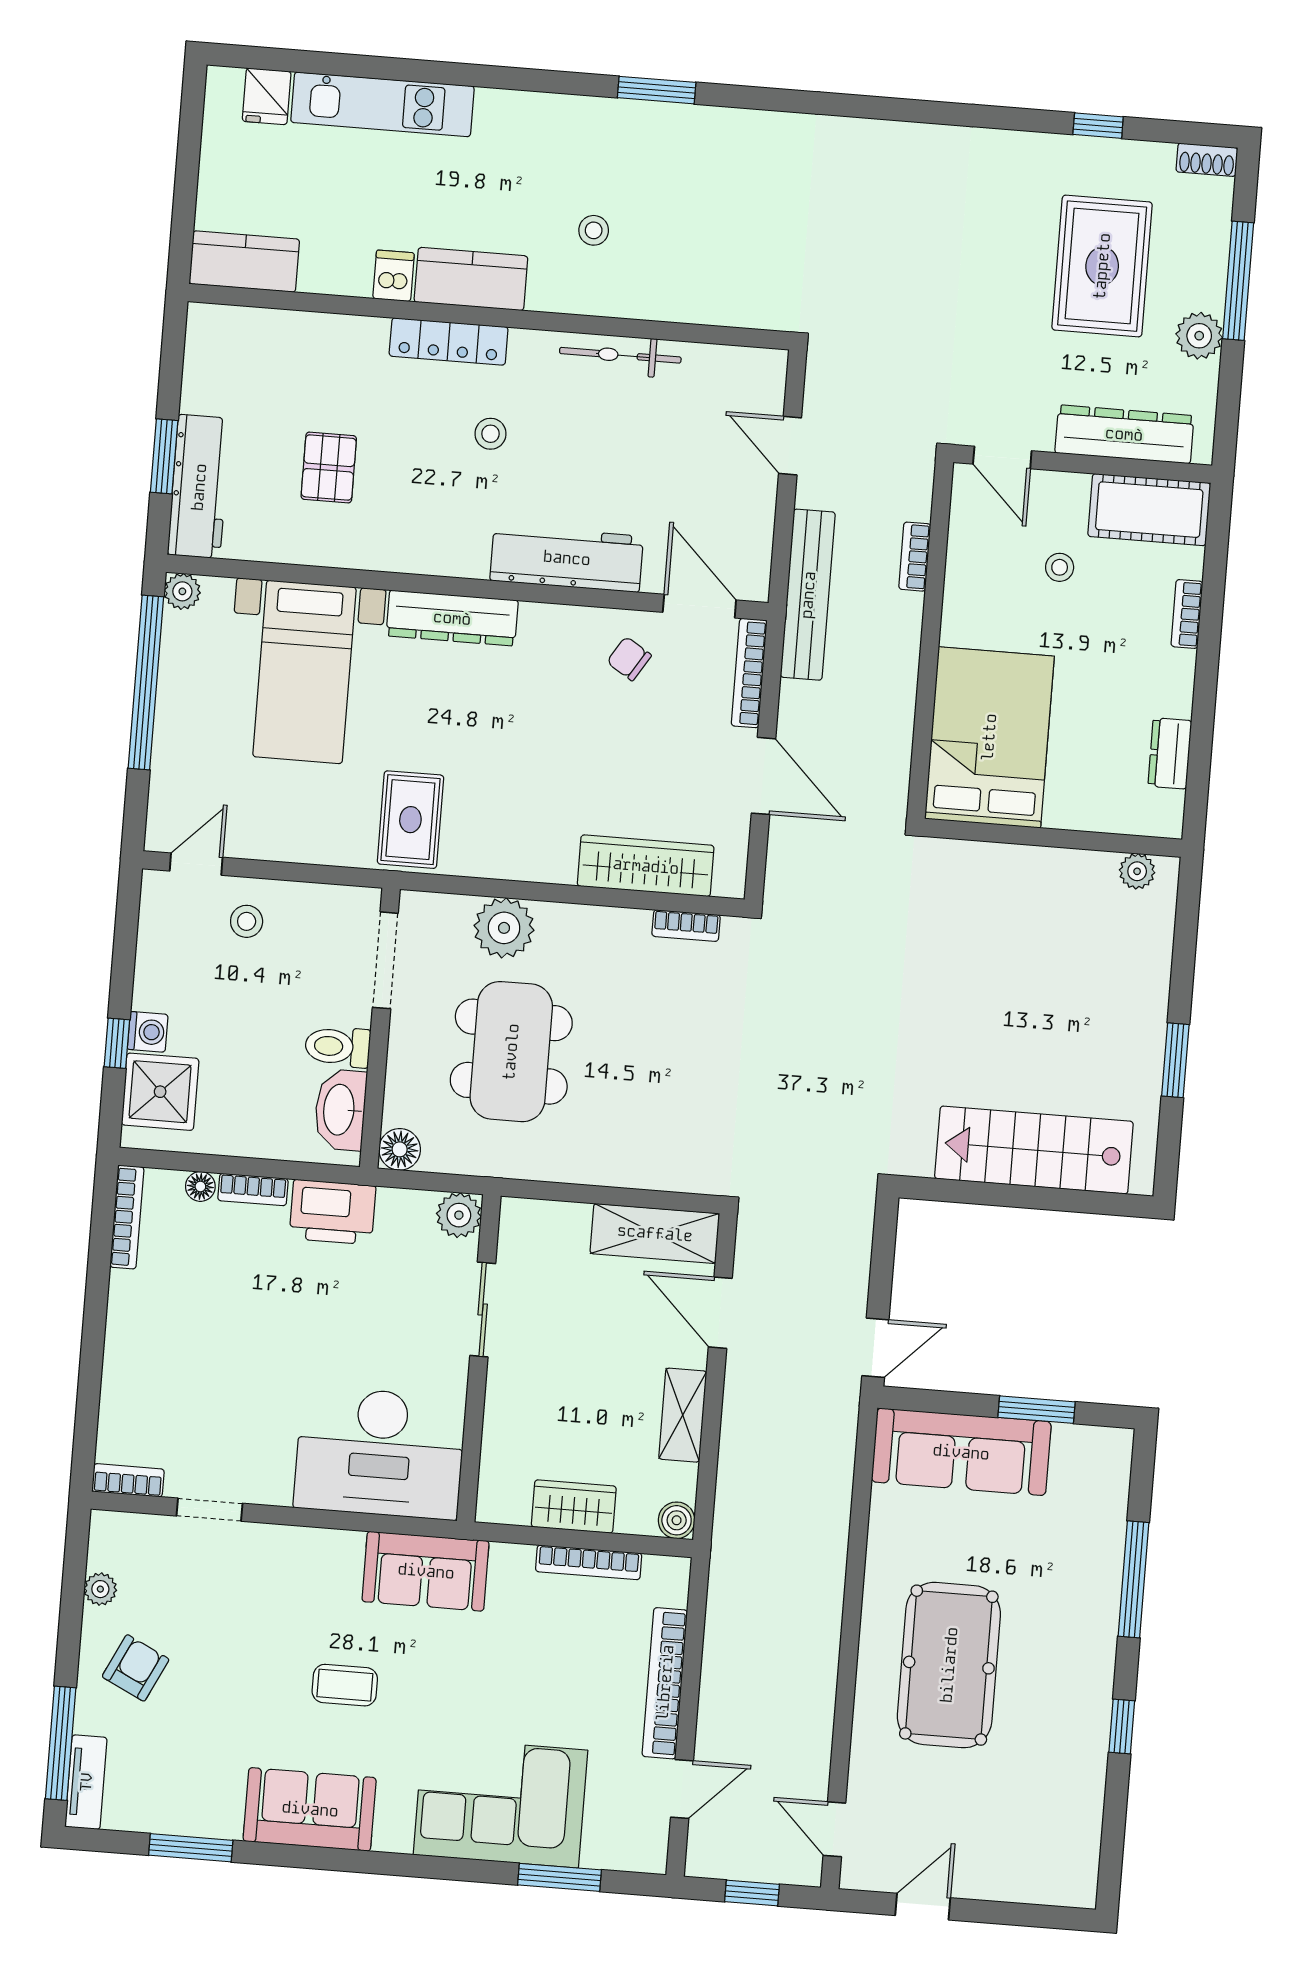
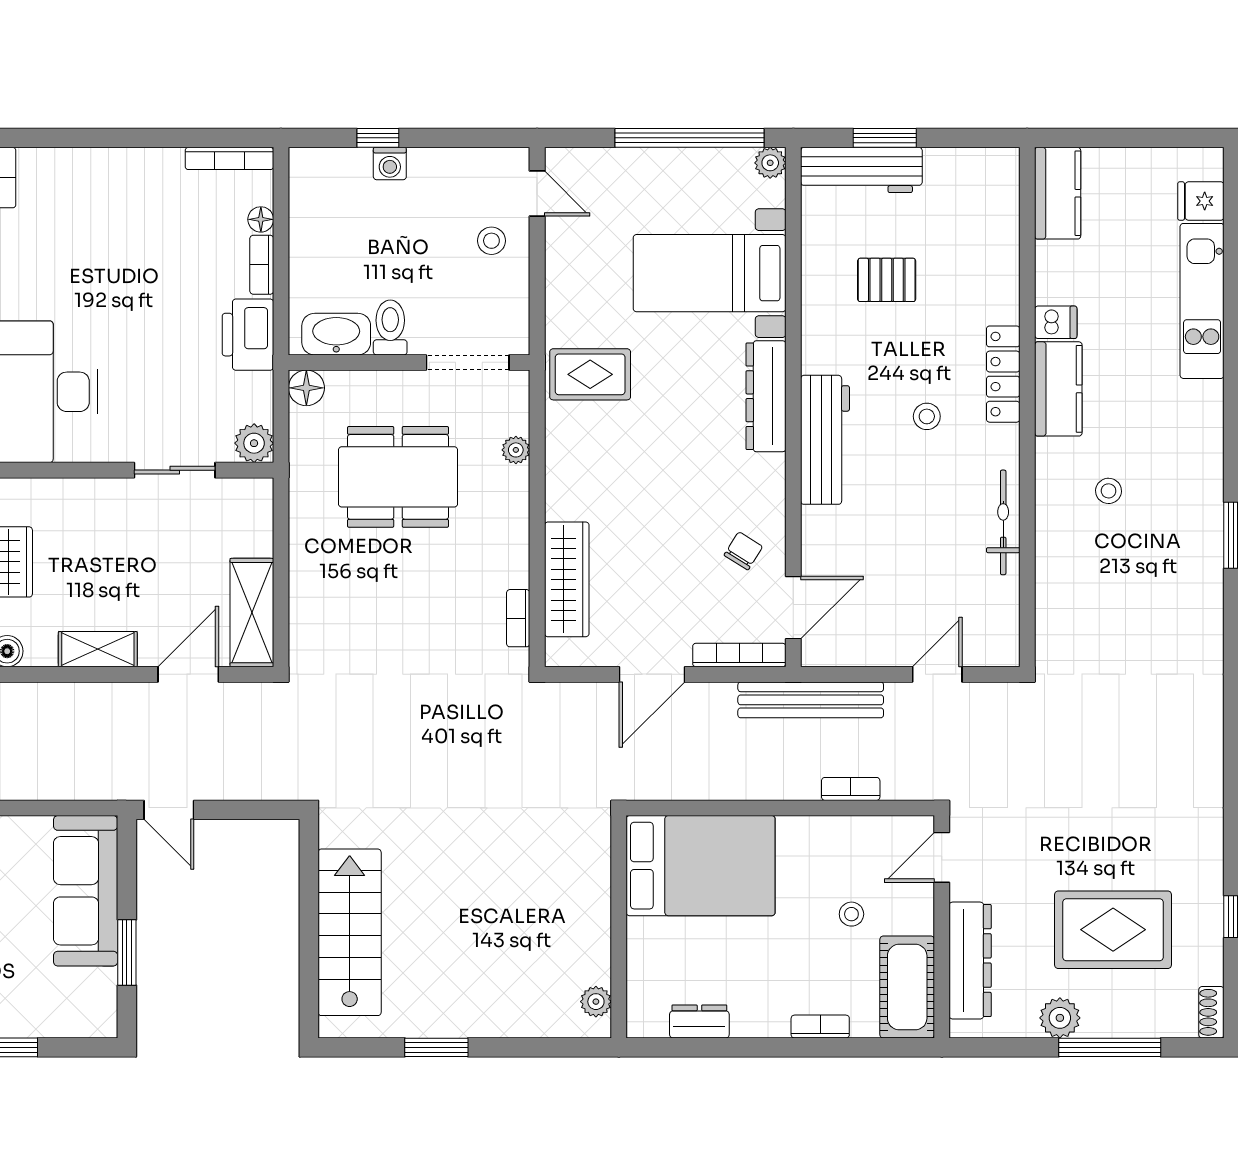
workbench: (567, 558) -> (825, 440), moved
plant: (504, 928) -> (516, 450), width x0.53, depth x0.53
shower: (160, 1092) -> (339, 178), removed

